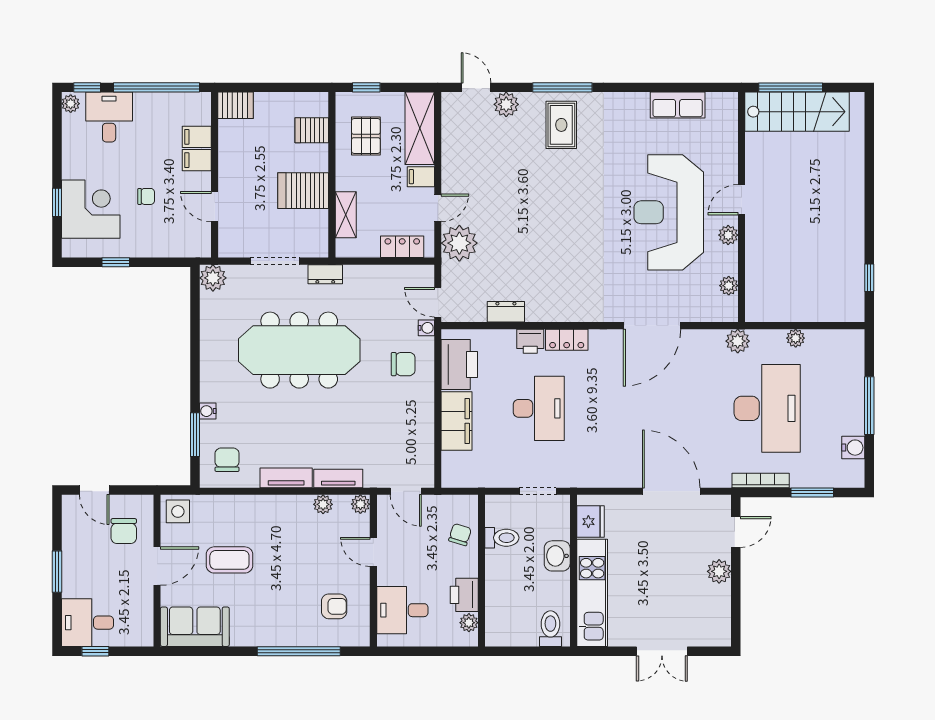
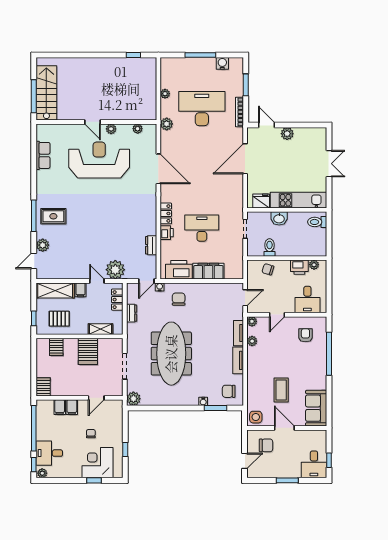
reception desk: (669, 212) -> (99, 160), turned 180
dresser: (325, 274) -> (132, 313), moved

